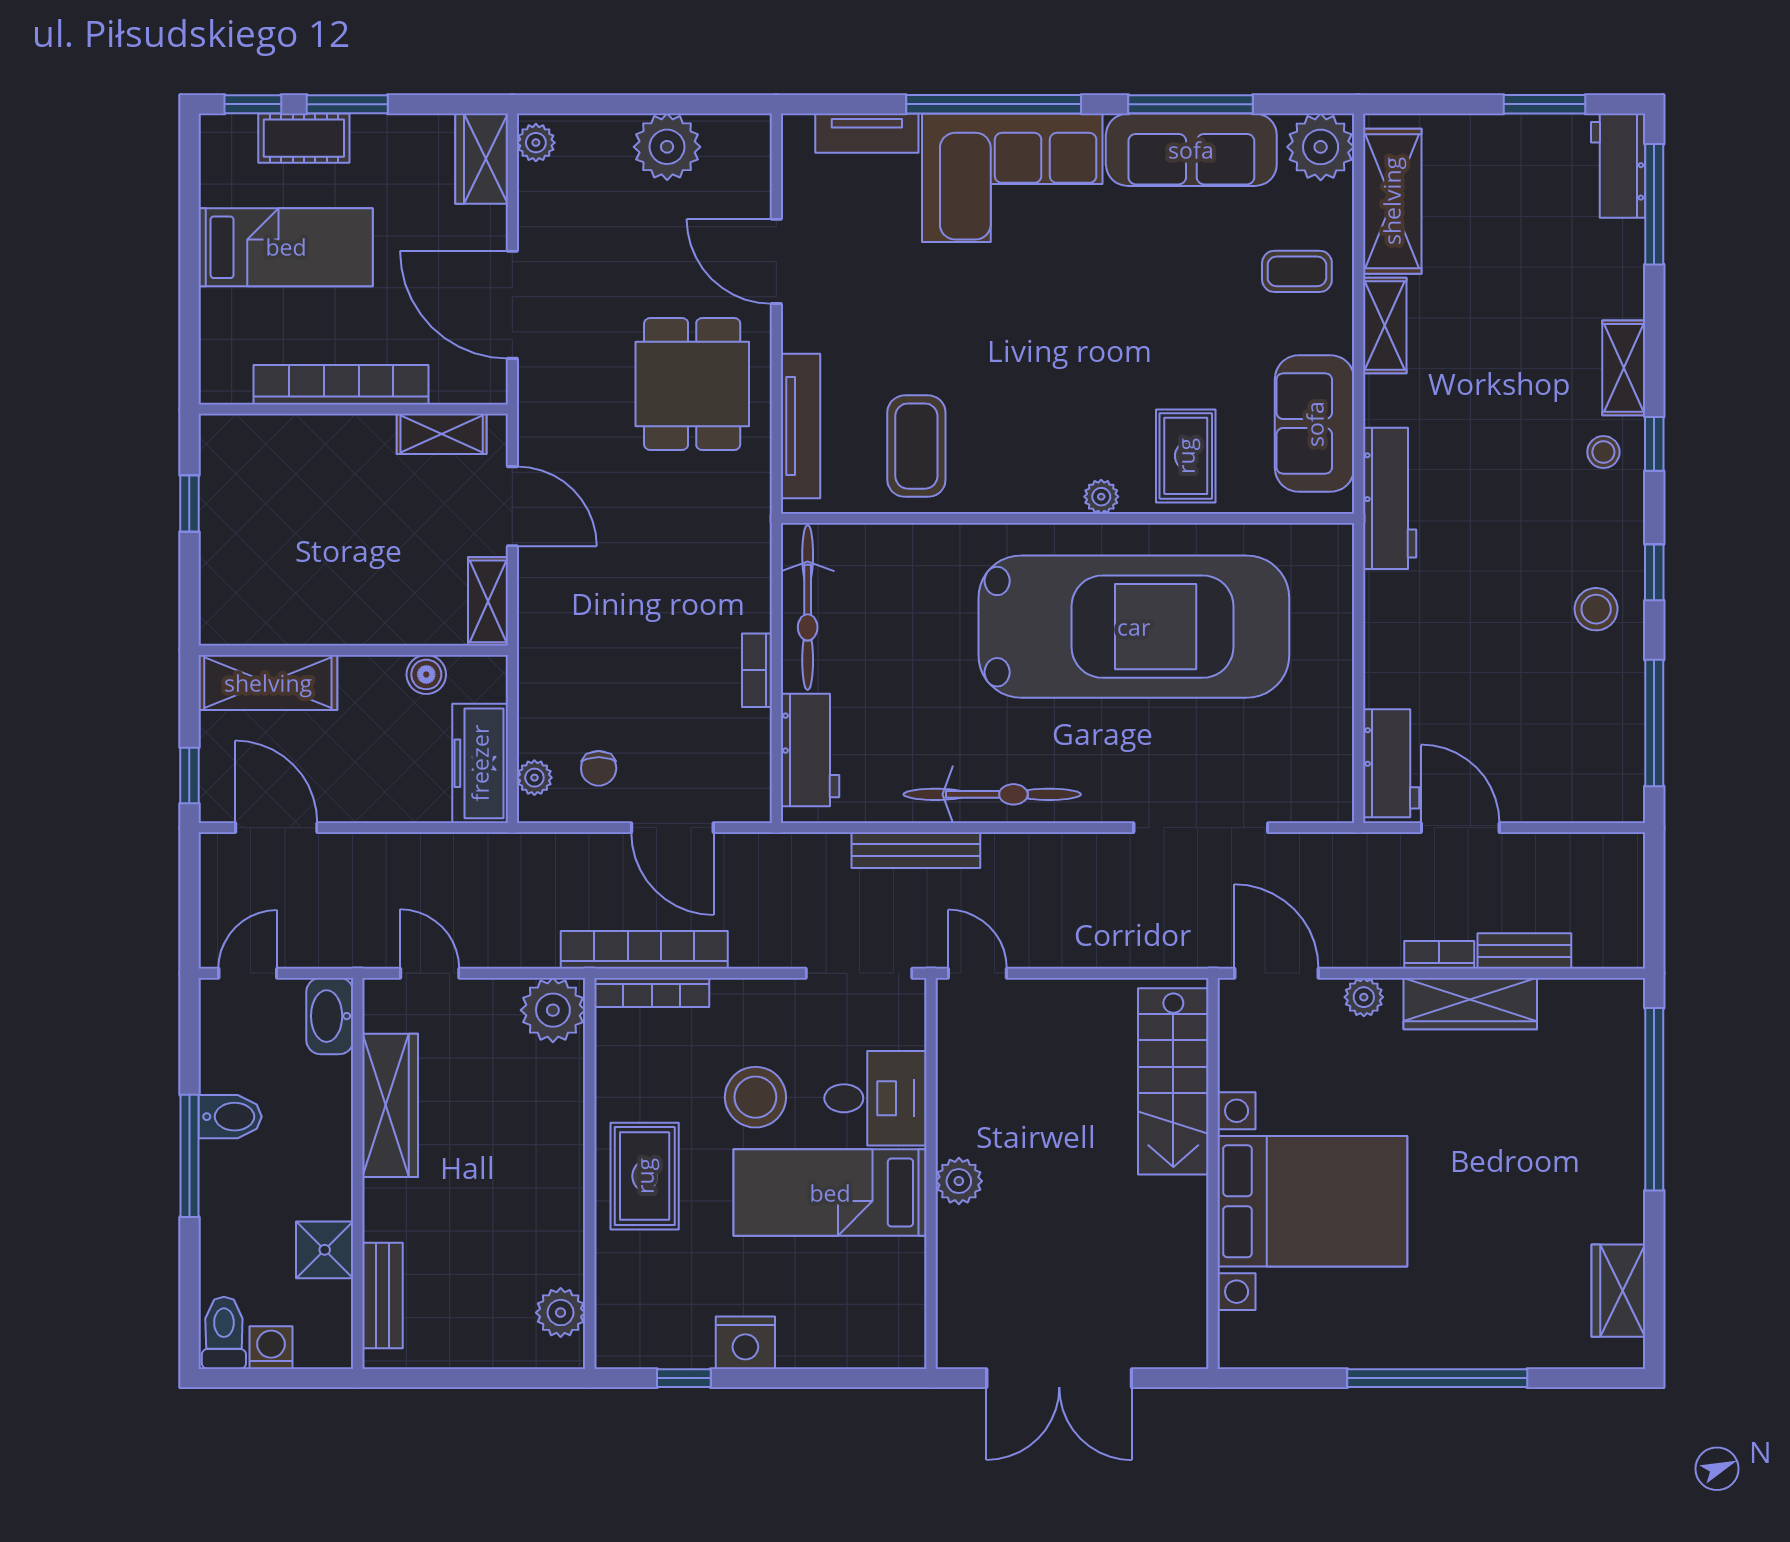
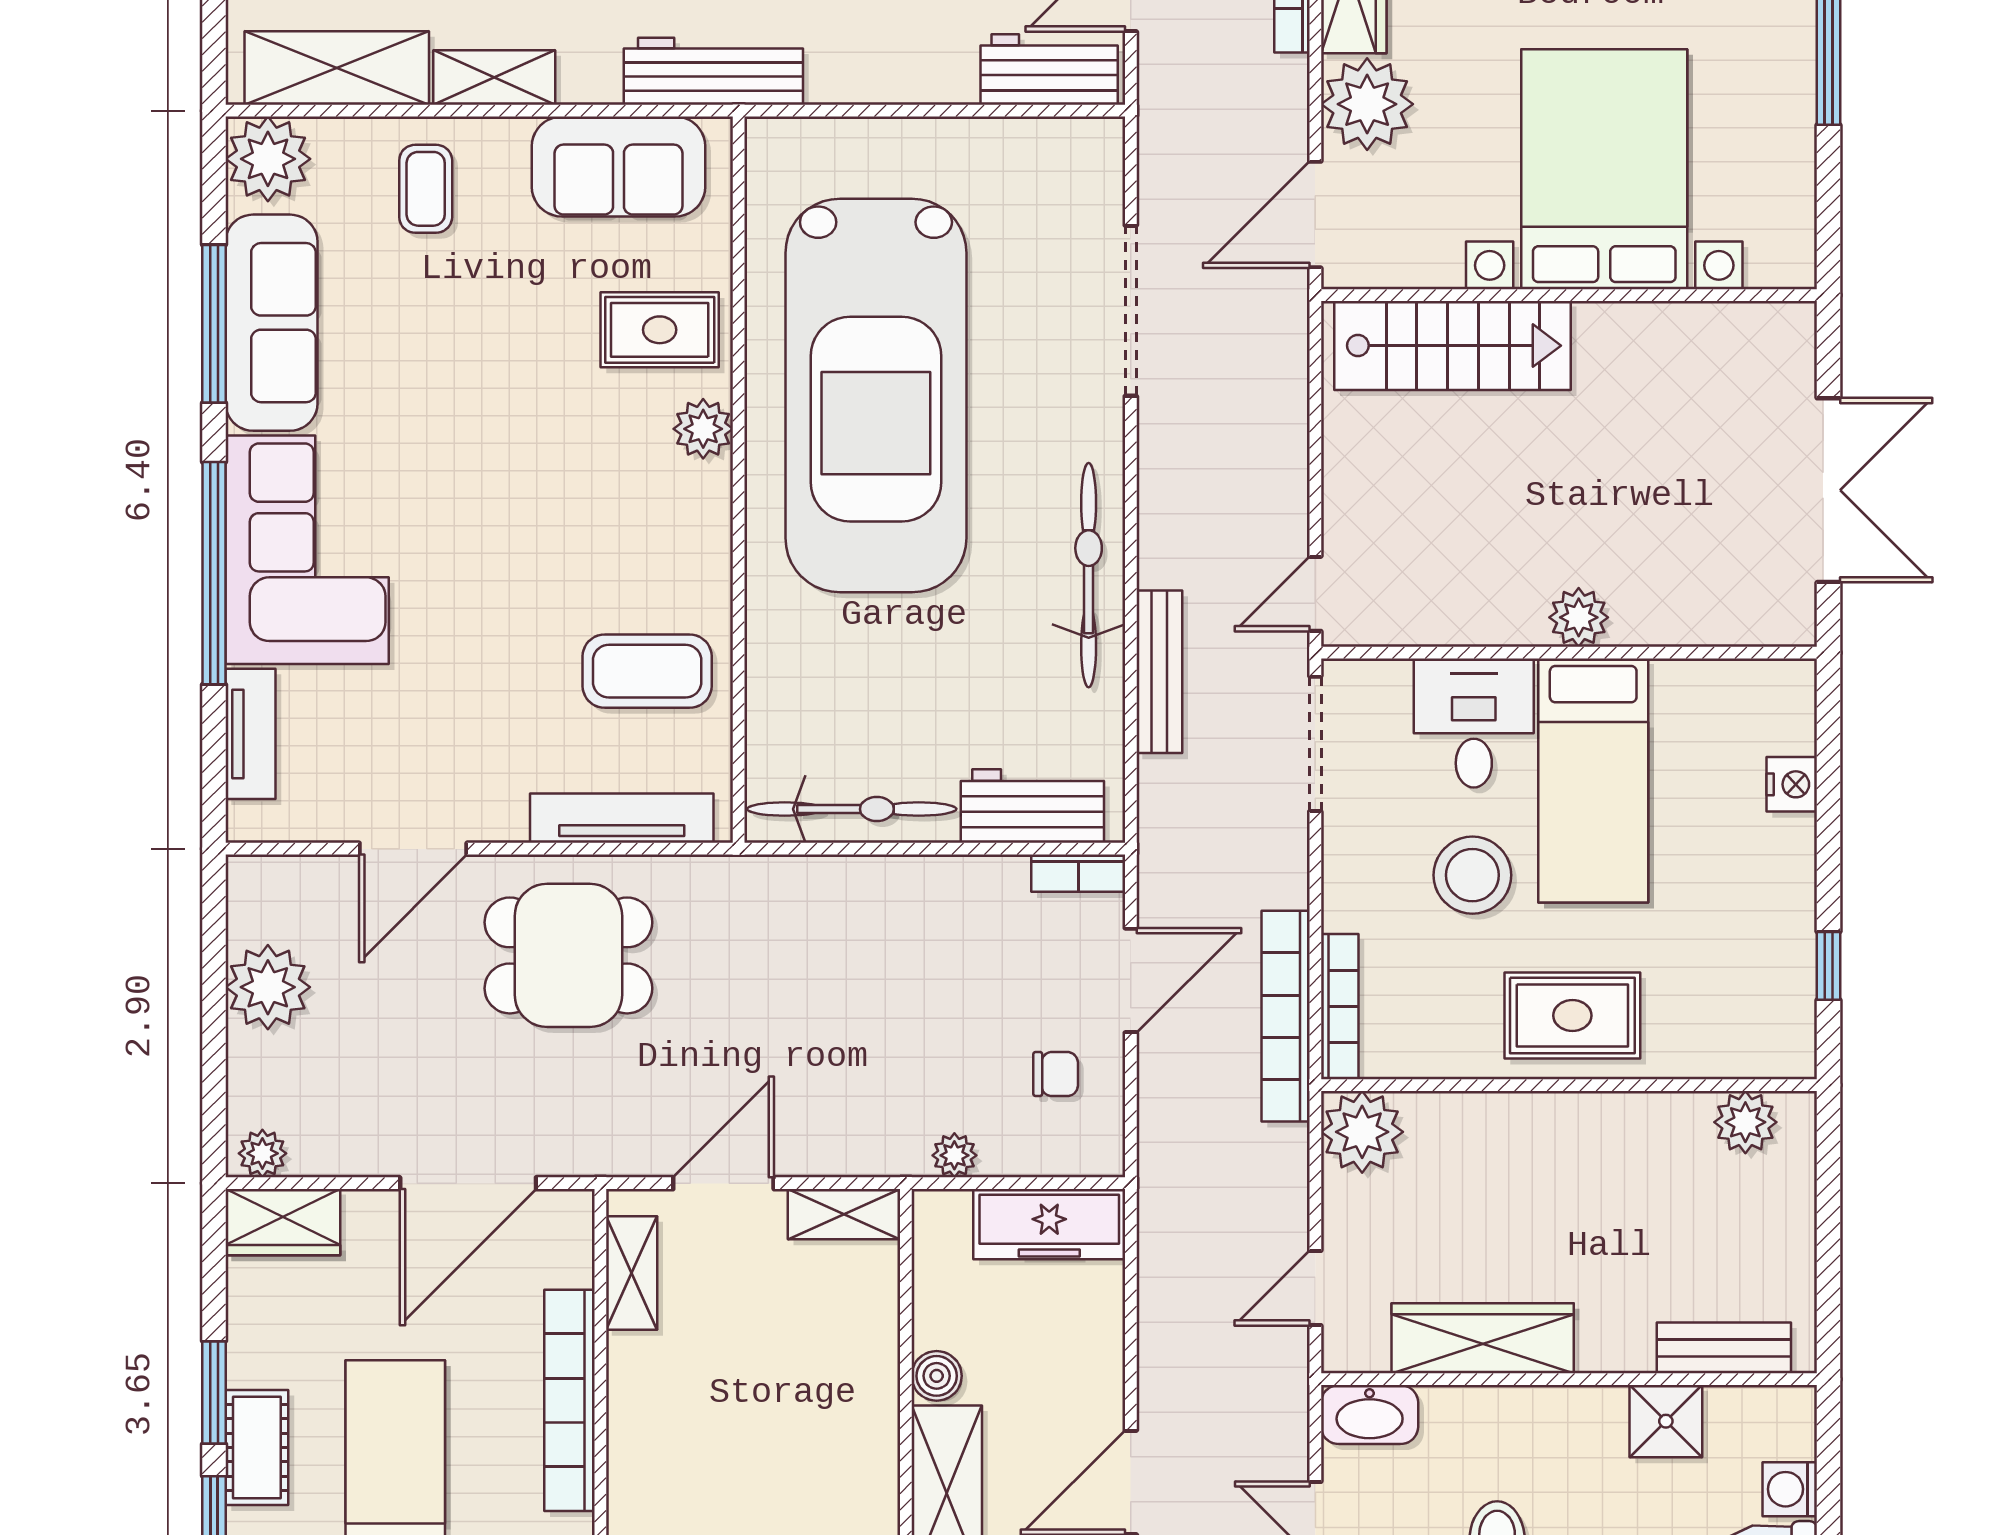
plant: (1101, 497) -> (703, 429), width x1.38, depth x1.38
car: (1134, 627) -> (876, 396), turned 180
bookcase: (757, 670) -> (1078, 873), moved
boiler: (426, 674) -> (937, 1376), moved
plant: (534, 778) -> (954, 1155), moved
plant: (1364, 997) -> (1367, 104), width x1.88, depth x1.88
nightstand: (745, 1343) -> (1792, 784), moved, width x0.74, depth x0.75

